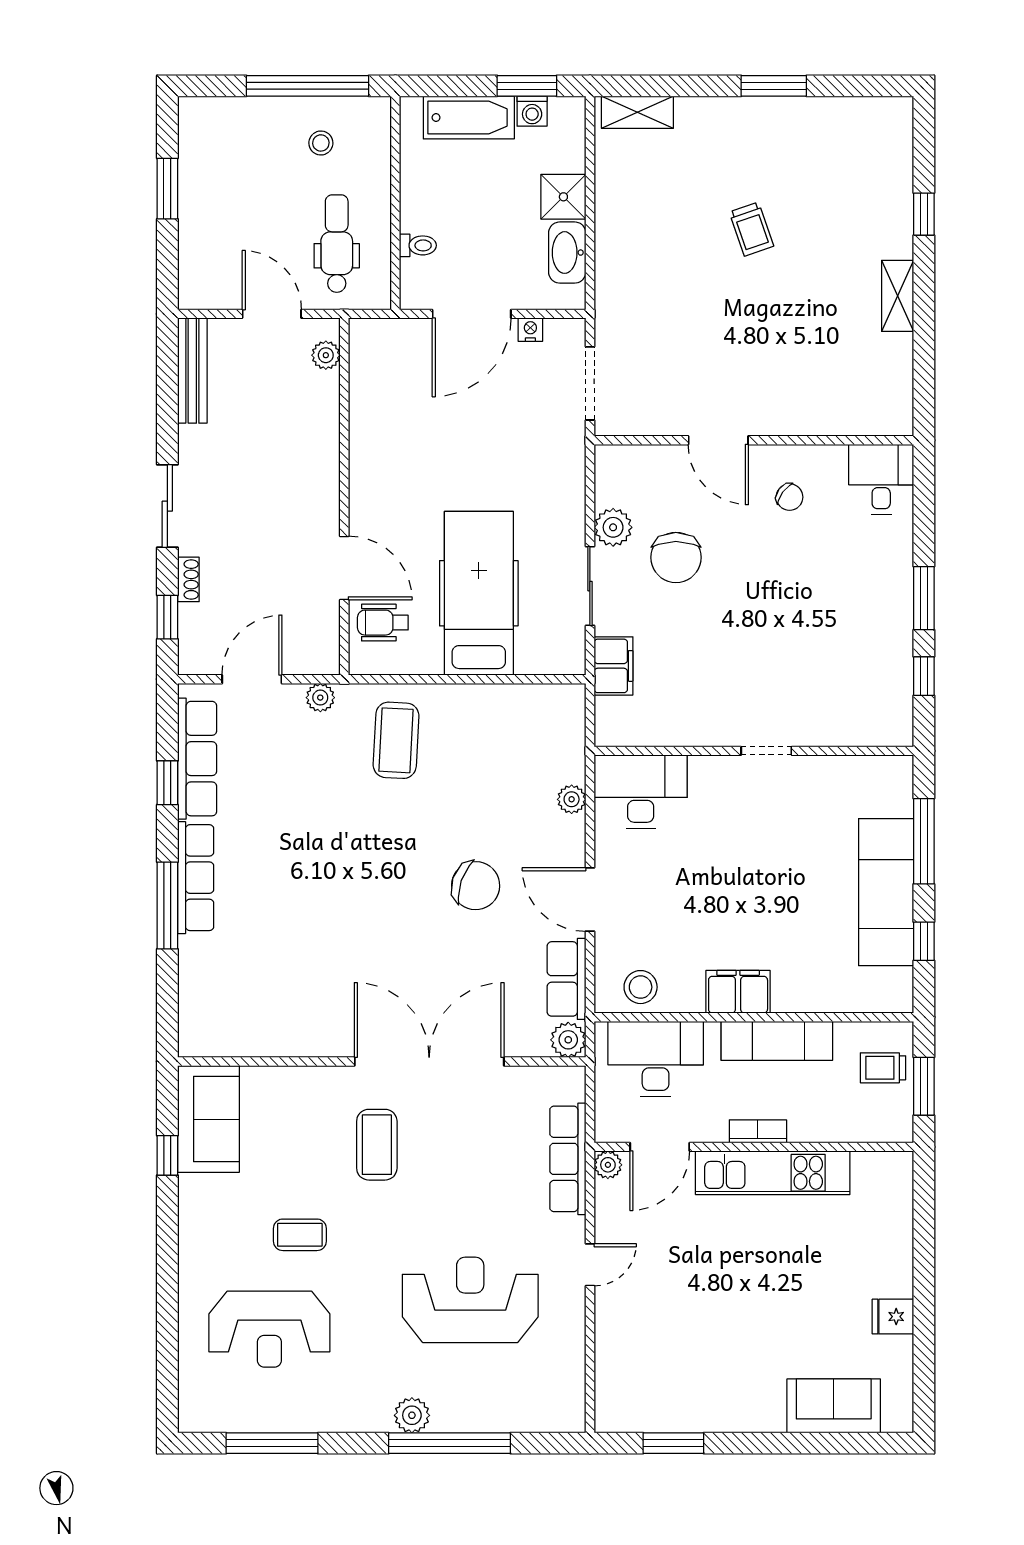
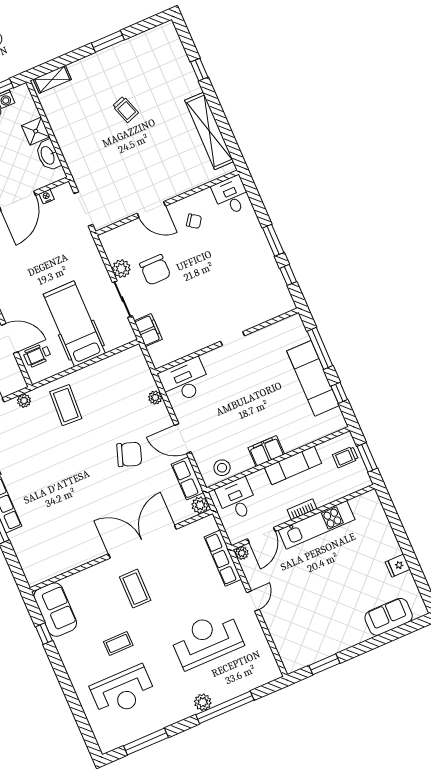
shelving: (898, 296) -> (209, 131), width x2.20, depth x1.33
desk: (656, 1059) -> (237, 499), width x0.73

